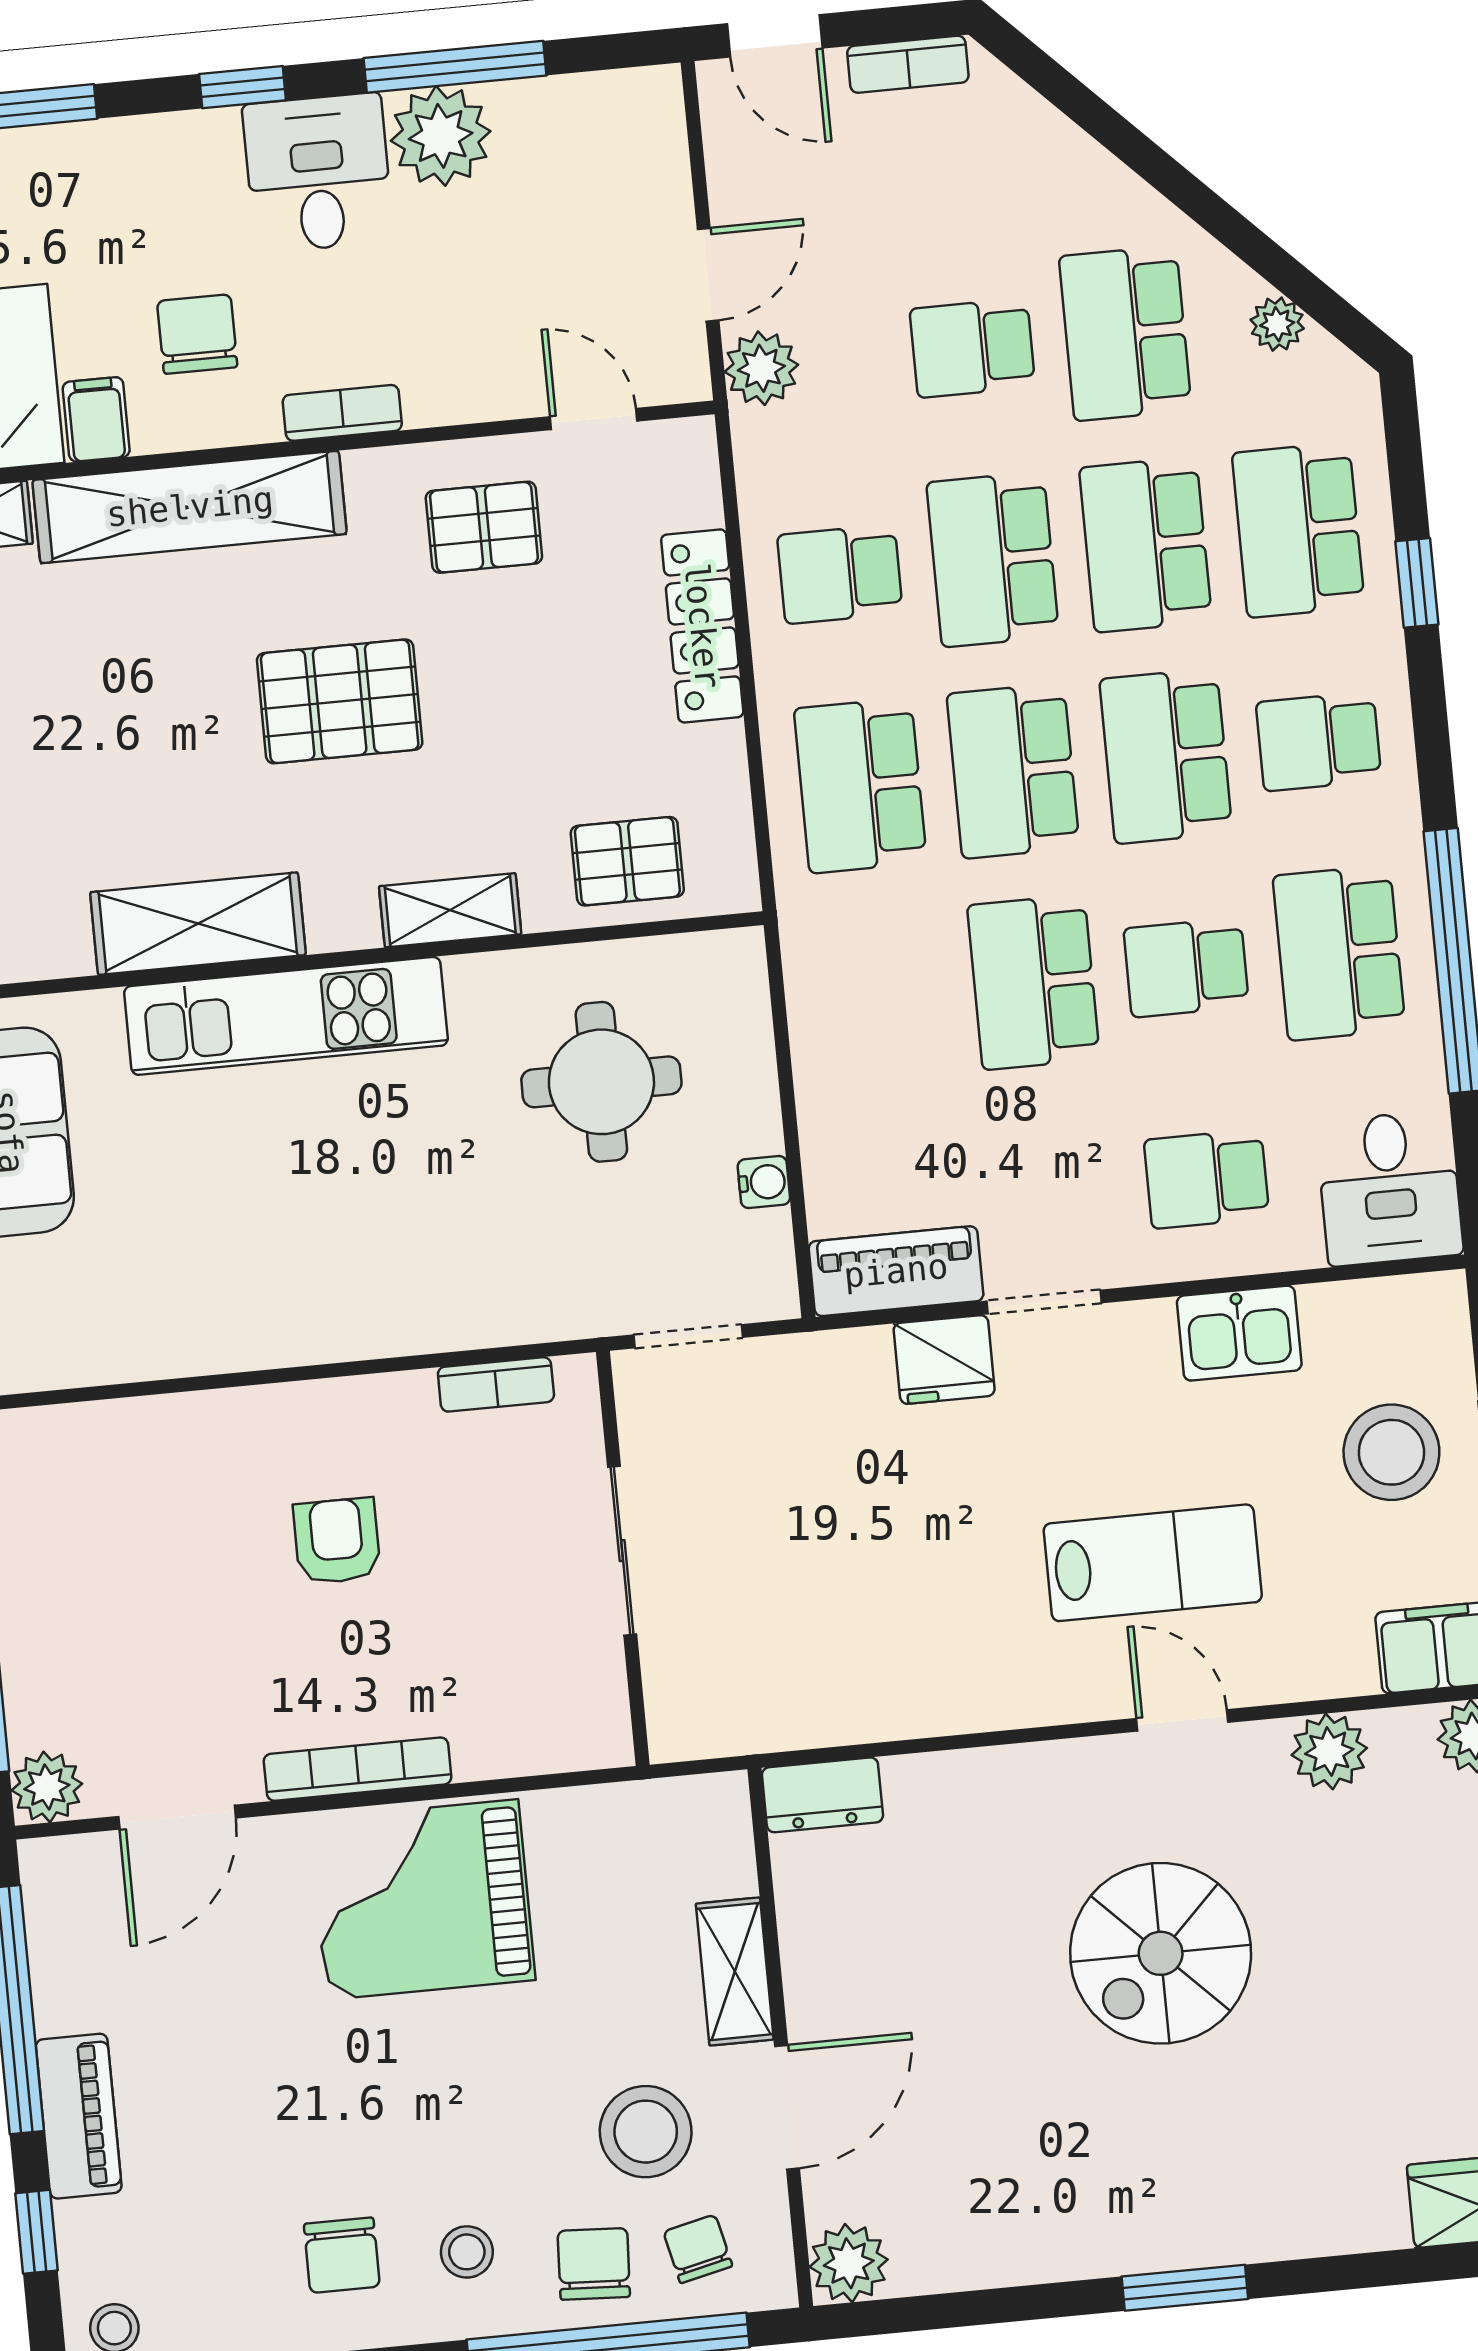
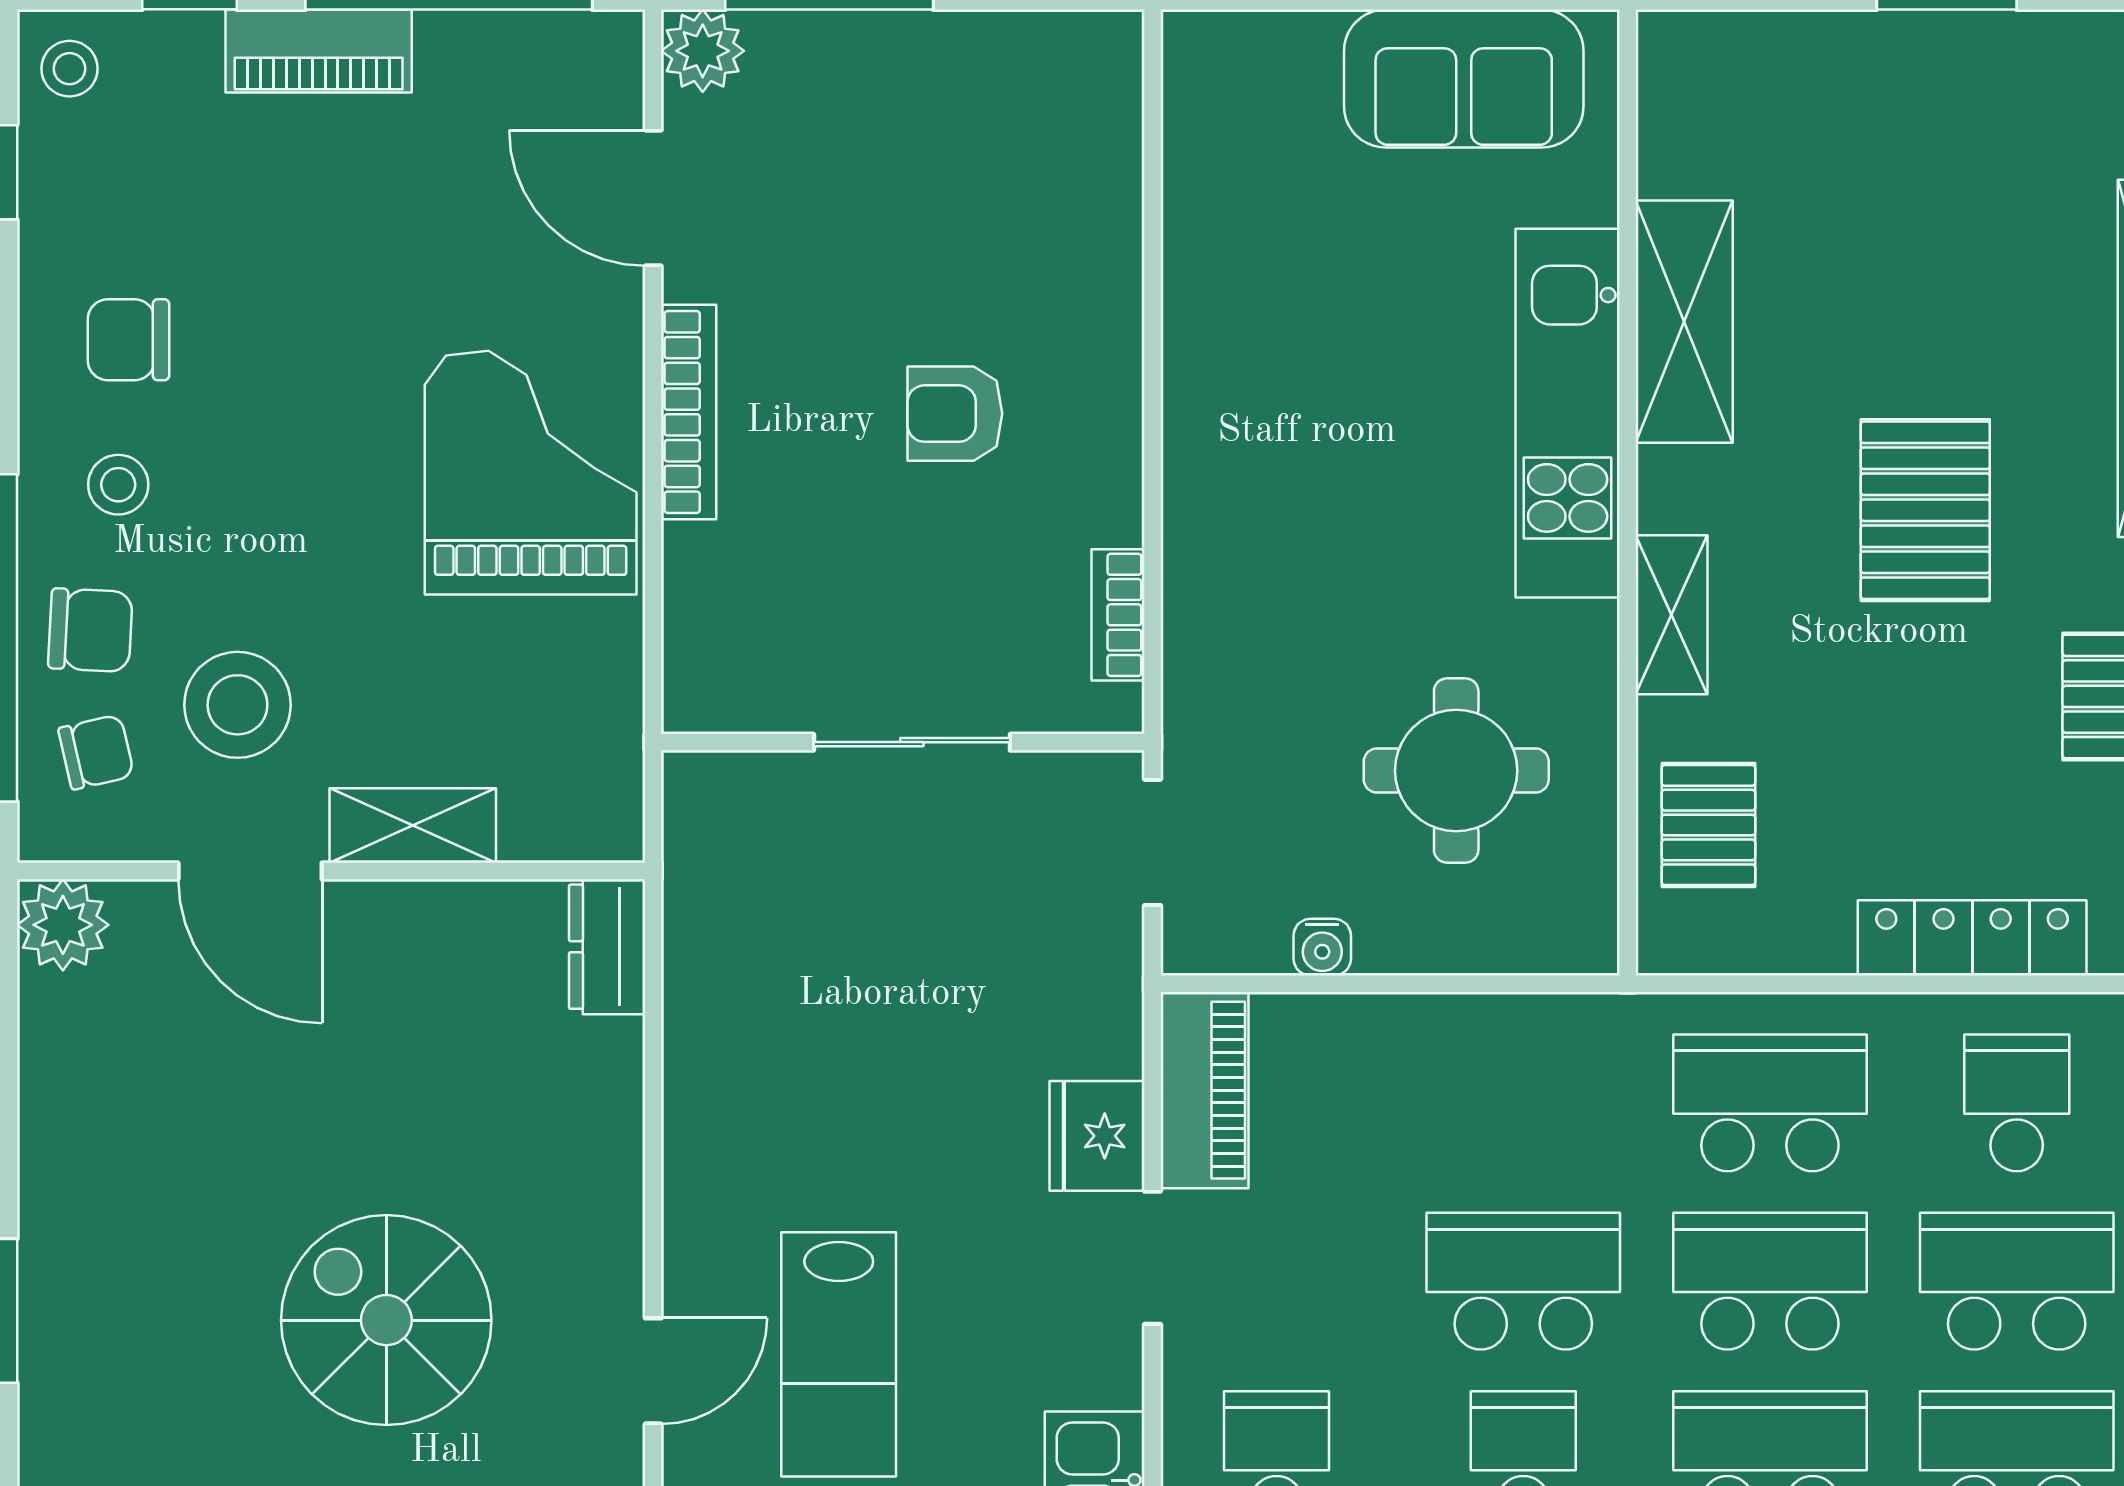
armchair: (337, 1541) -> (955, 414), turned 180

